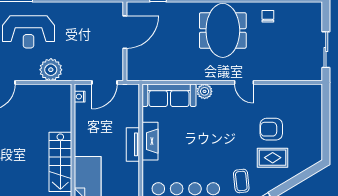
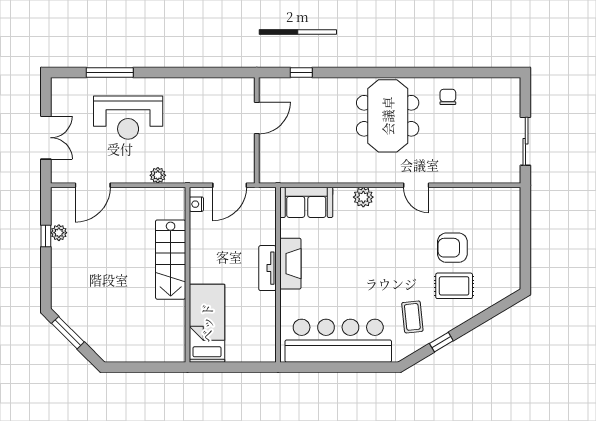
door: (125, 32) -> (257, 118), width x0.73
plant: (51, 70) -> (158, 175), width x0.53, depth x0.53
sofa: (169, 95) -> (306, 202), width x0.73
stairs: (60, 162) -> (171, 260), moved

